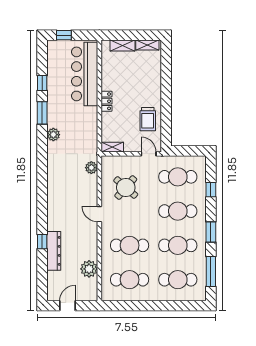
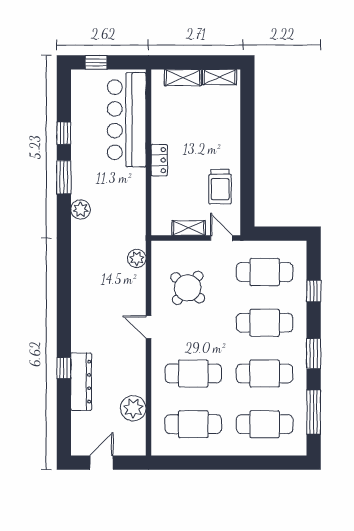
shelving: (112, 147) -> (189, 228), moved

